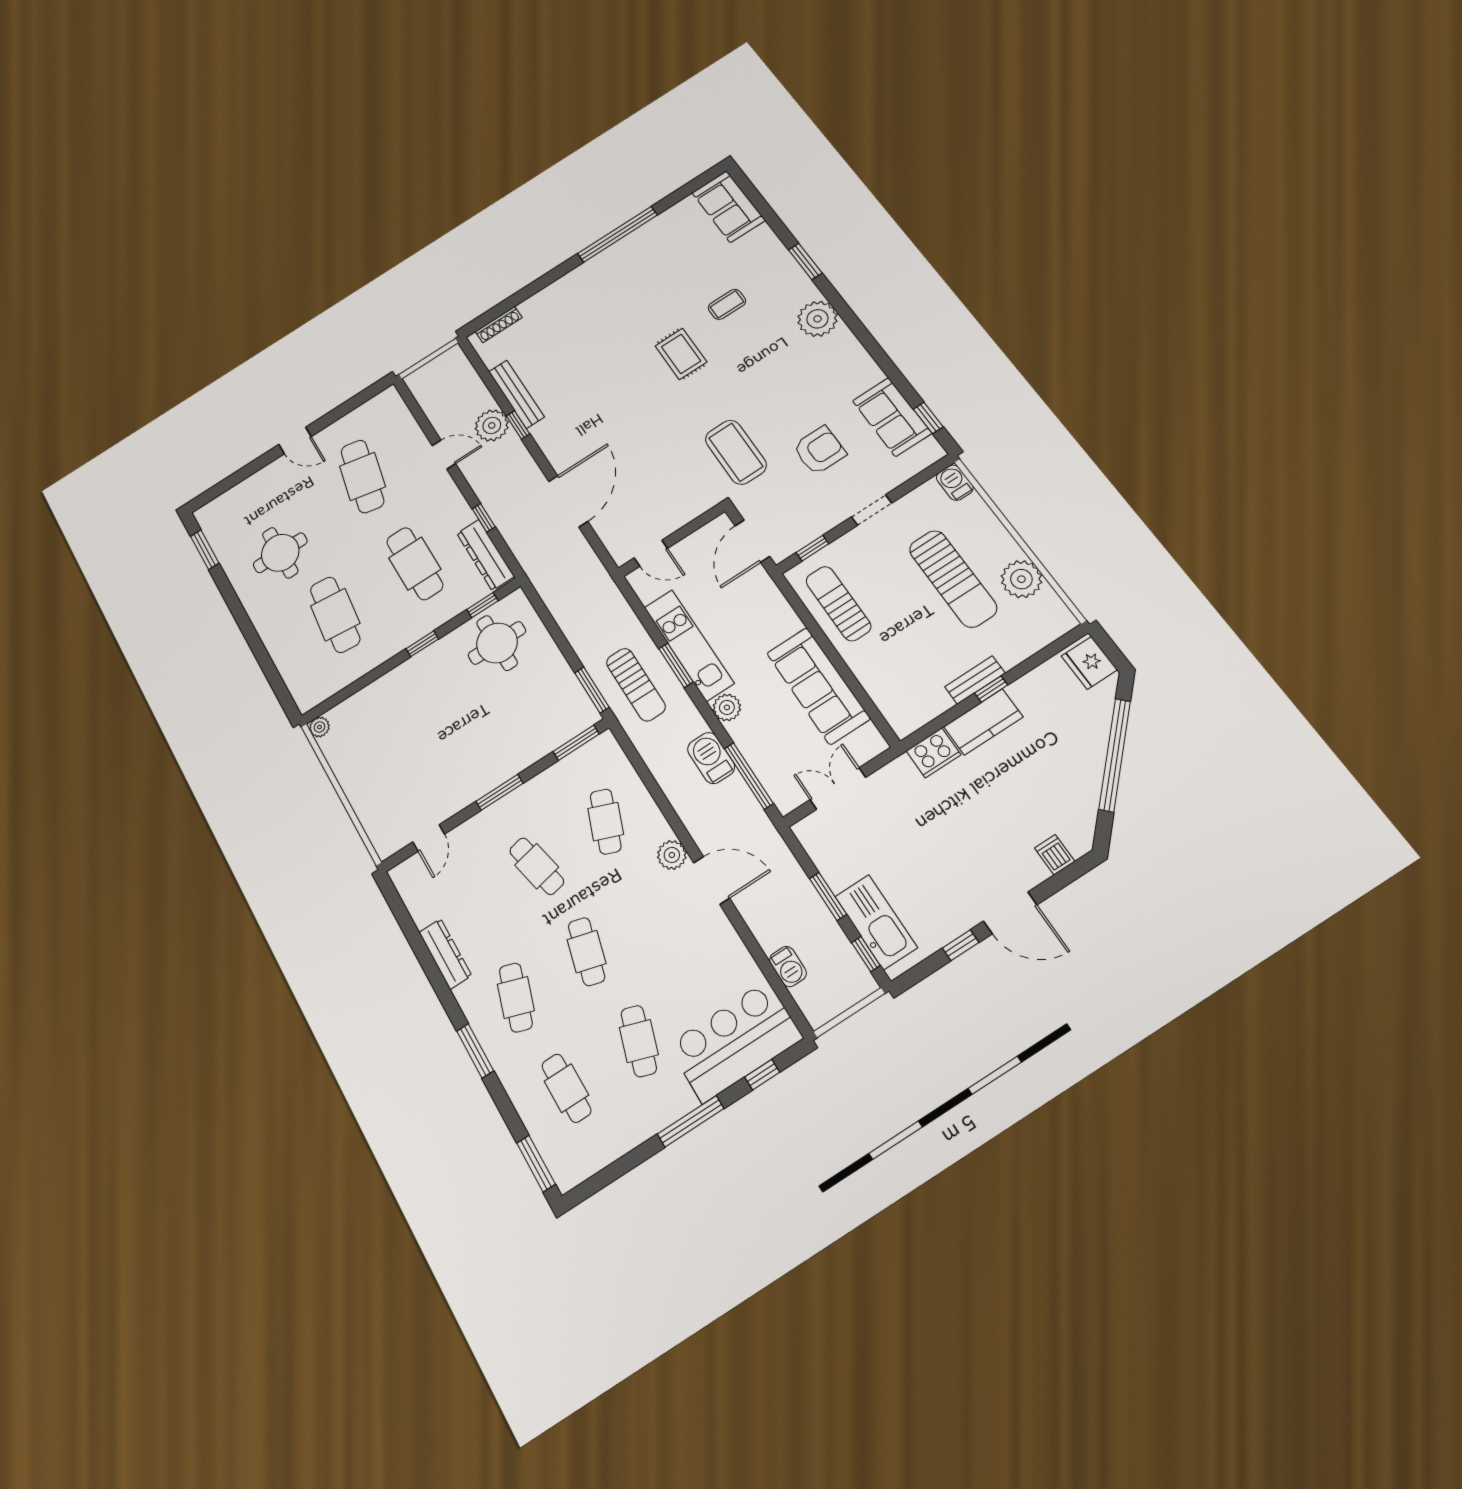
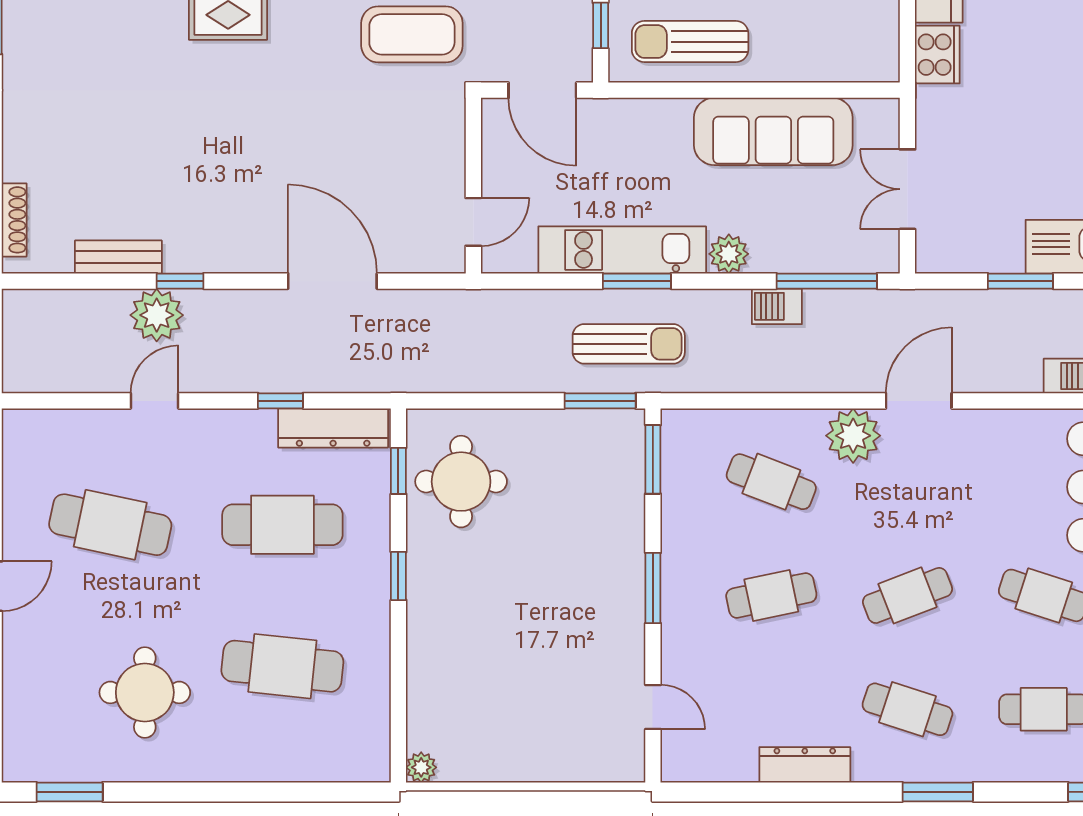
bench: (516, 394) -> (118, 257), width x0.73
barbecue: (711, 758) -> (777, 306), width x0.73, depth x0.79
plant: (672, 855) -> (853, 436), width x1.36, depth x1.36
cafe table: (587, 952) -> (907, 595), turned -36

